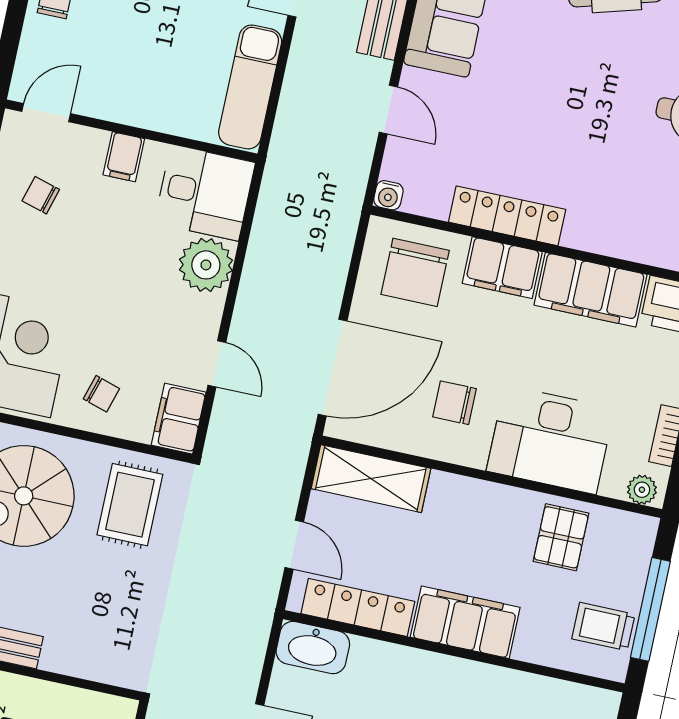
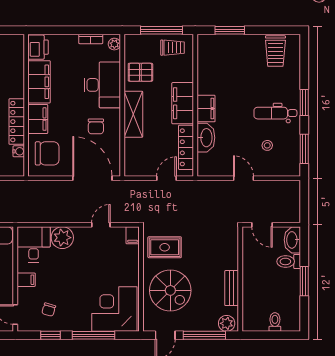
water cooler: (388, 195) -> (19, 151), moved
chair: (101, 394) -> (123, 268), removed
filing cabinet: (179, 419) -> (133, 235), width x0.50
shelving: (371, 479) -> (133, 114), moved
trolley: (603, 627) -> (172, 48), turned -90
washbasin: (313, 648) -> (206, 138), moved
filing cabinet: (440, 675) -> (206, 109), added

